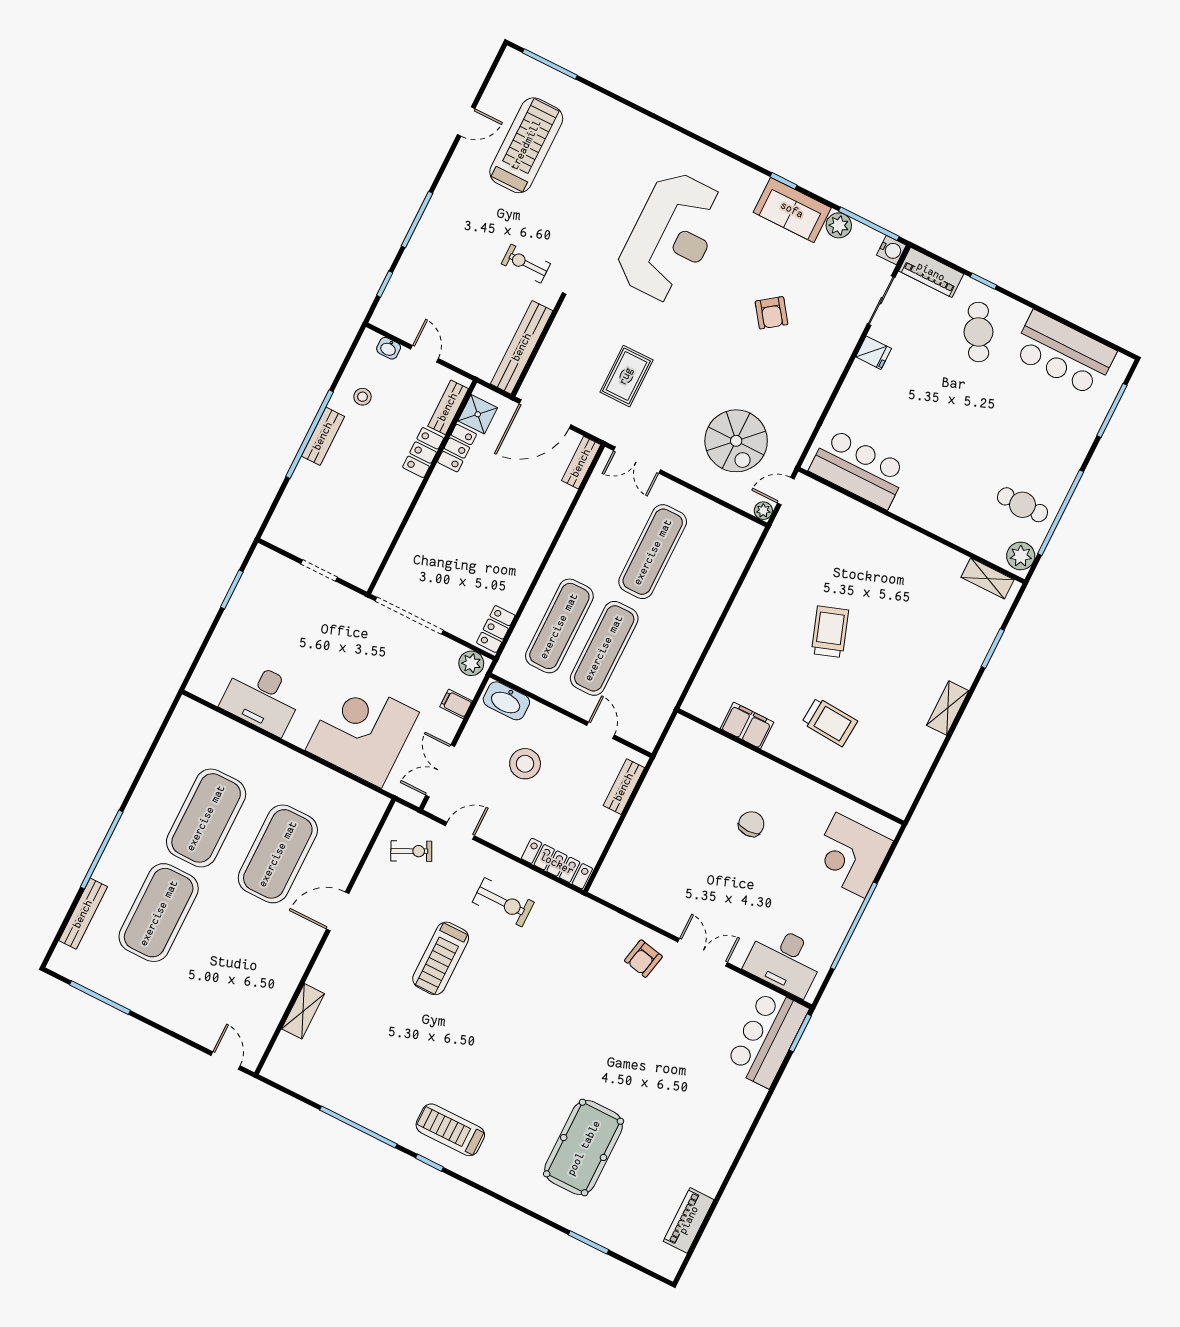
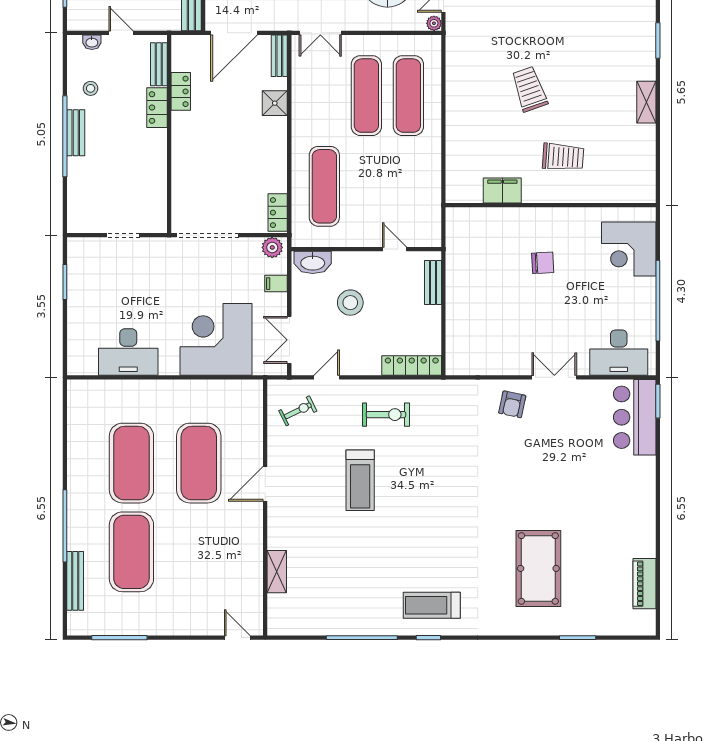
shower: (478, 414) -> (275, 103), moved
exercise mat: (604, 648) -> (408, 96), moved
chair: (751, 824) -> (543, 263), turned 87

